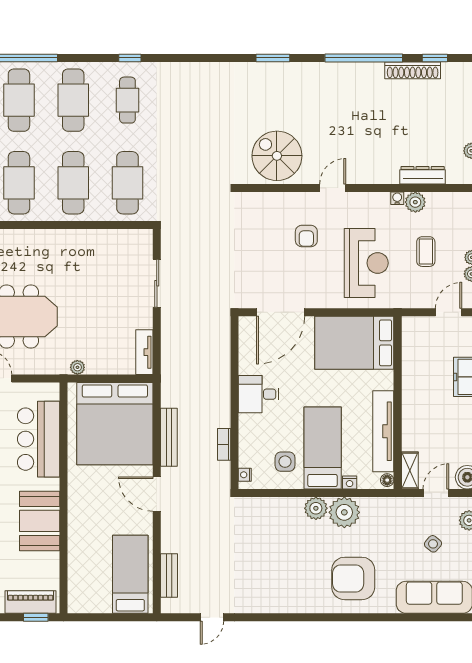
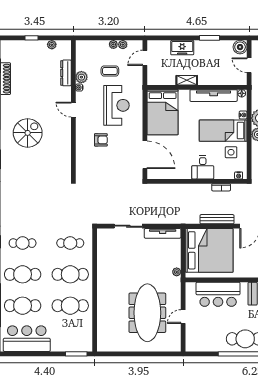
spiral stairs: (277, 156) -> (28, 133), moved, turned 180
cafe table: (127, 183) -> (70, 243), width x0.73, depth x0.74
door: (333, 188) -> (73, 110), moved
reception desk: (366, 263) -> (116, 105), turned 90
door: (449, 312) -> (145, 58), hinge flipped
tv unit: (144, 352) -> (163, 233), width x1.41
desk: (259, 394) -> (203, 167), moved
shelving: (410, 471) -> (187, 80), moved

